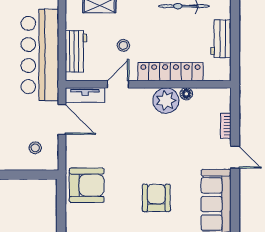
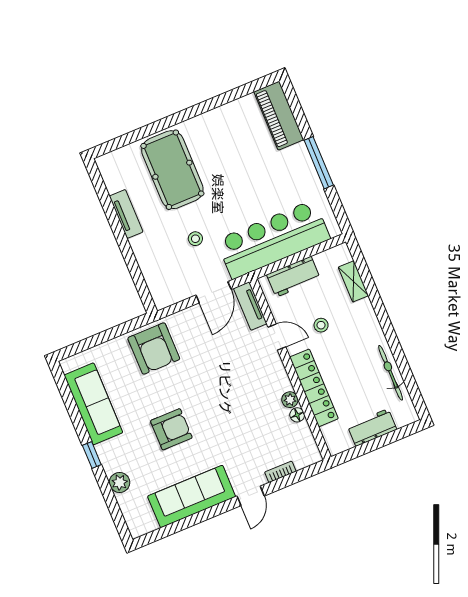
plant: (166, 101) -> (290, 400), width x0.53, depth x0.53
stool: (35, 148) -> (195, 239), moved

